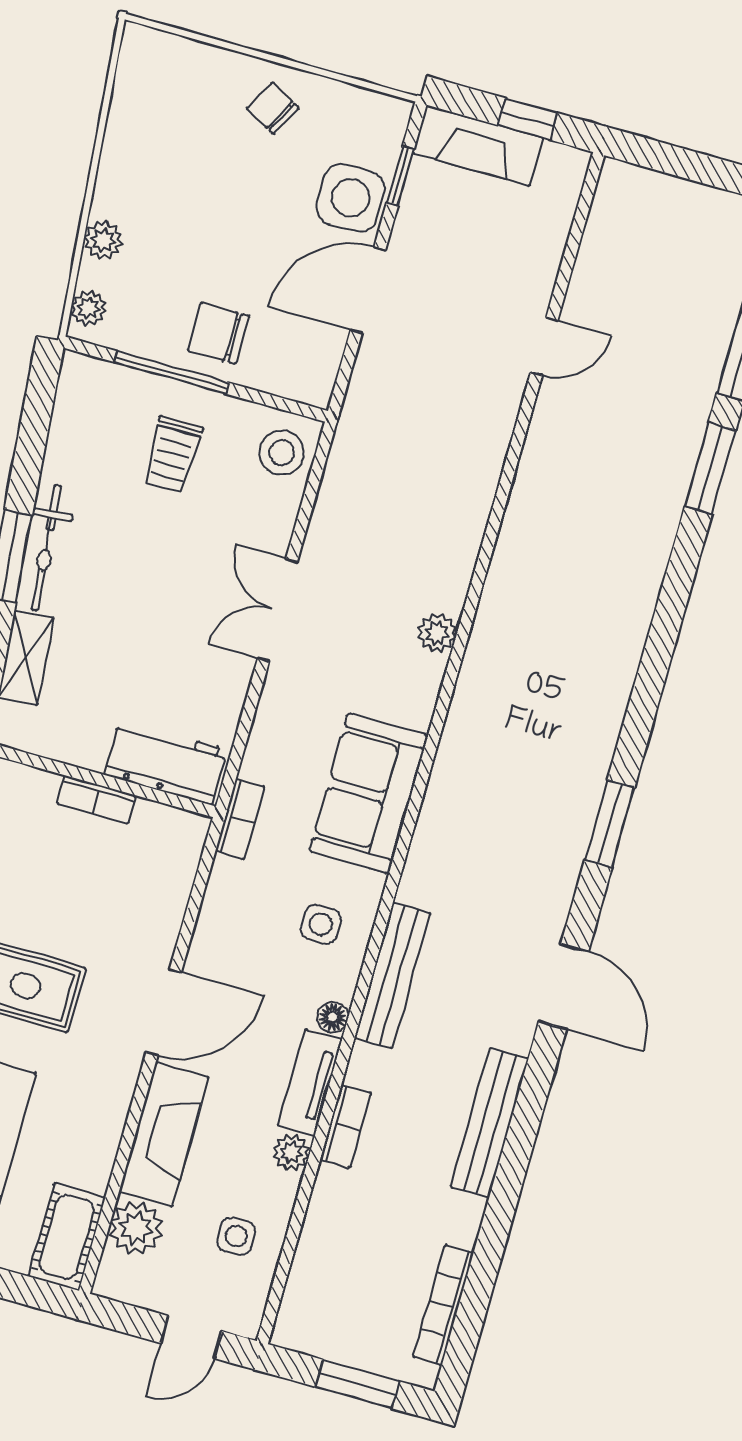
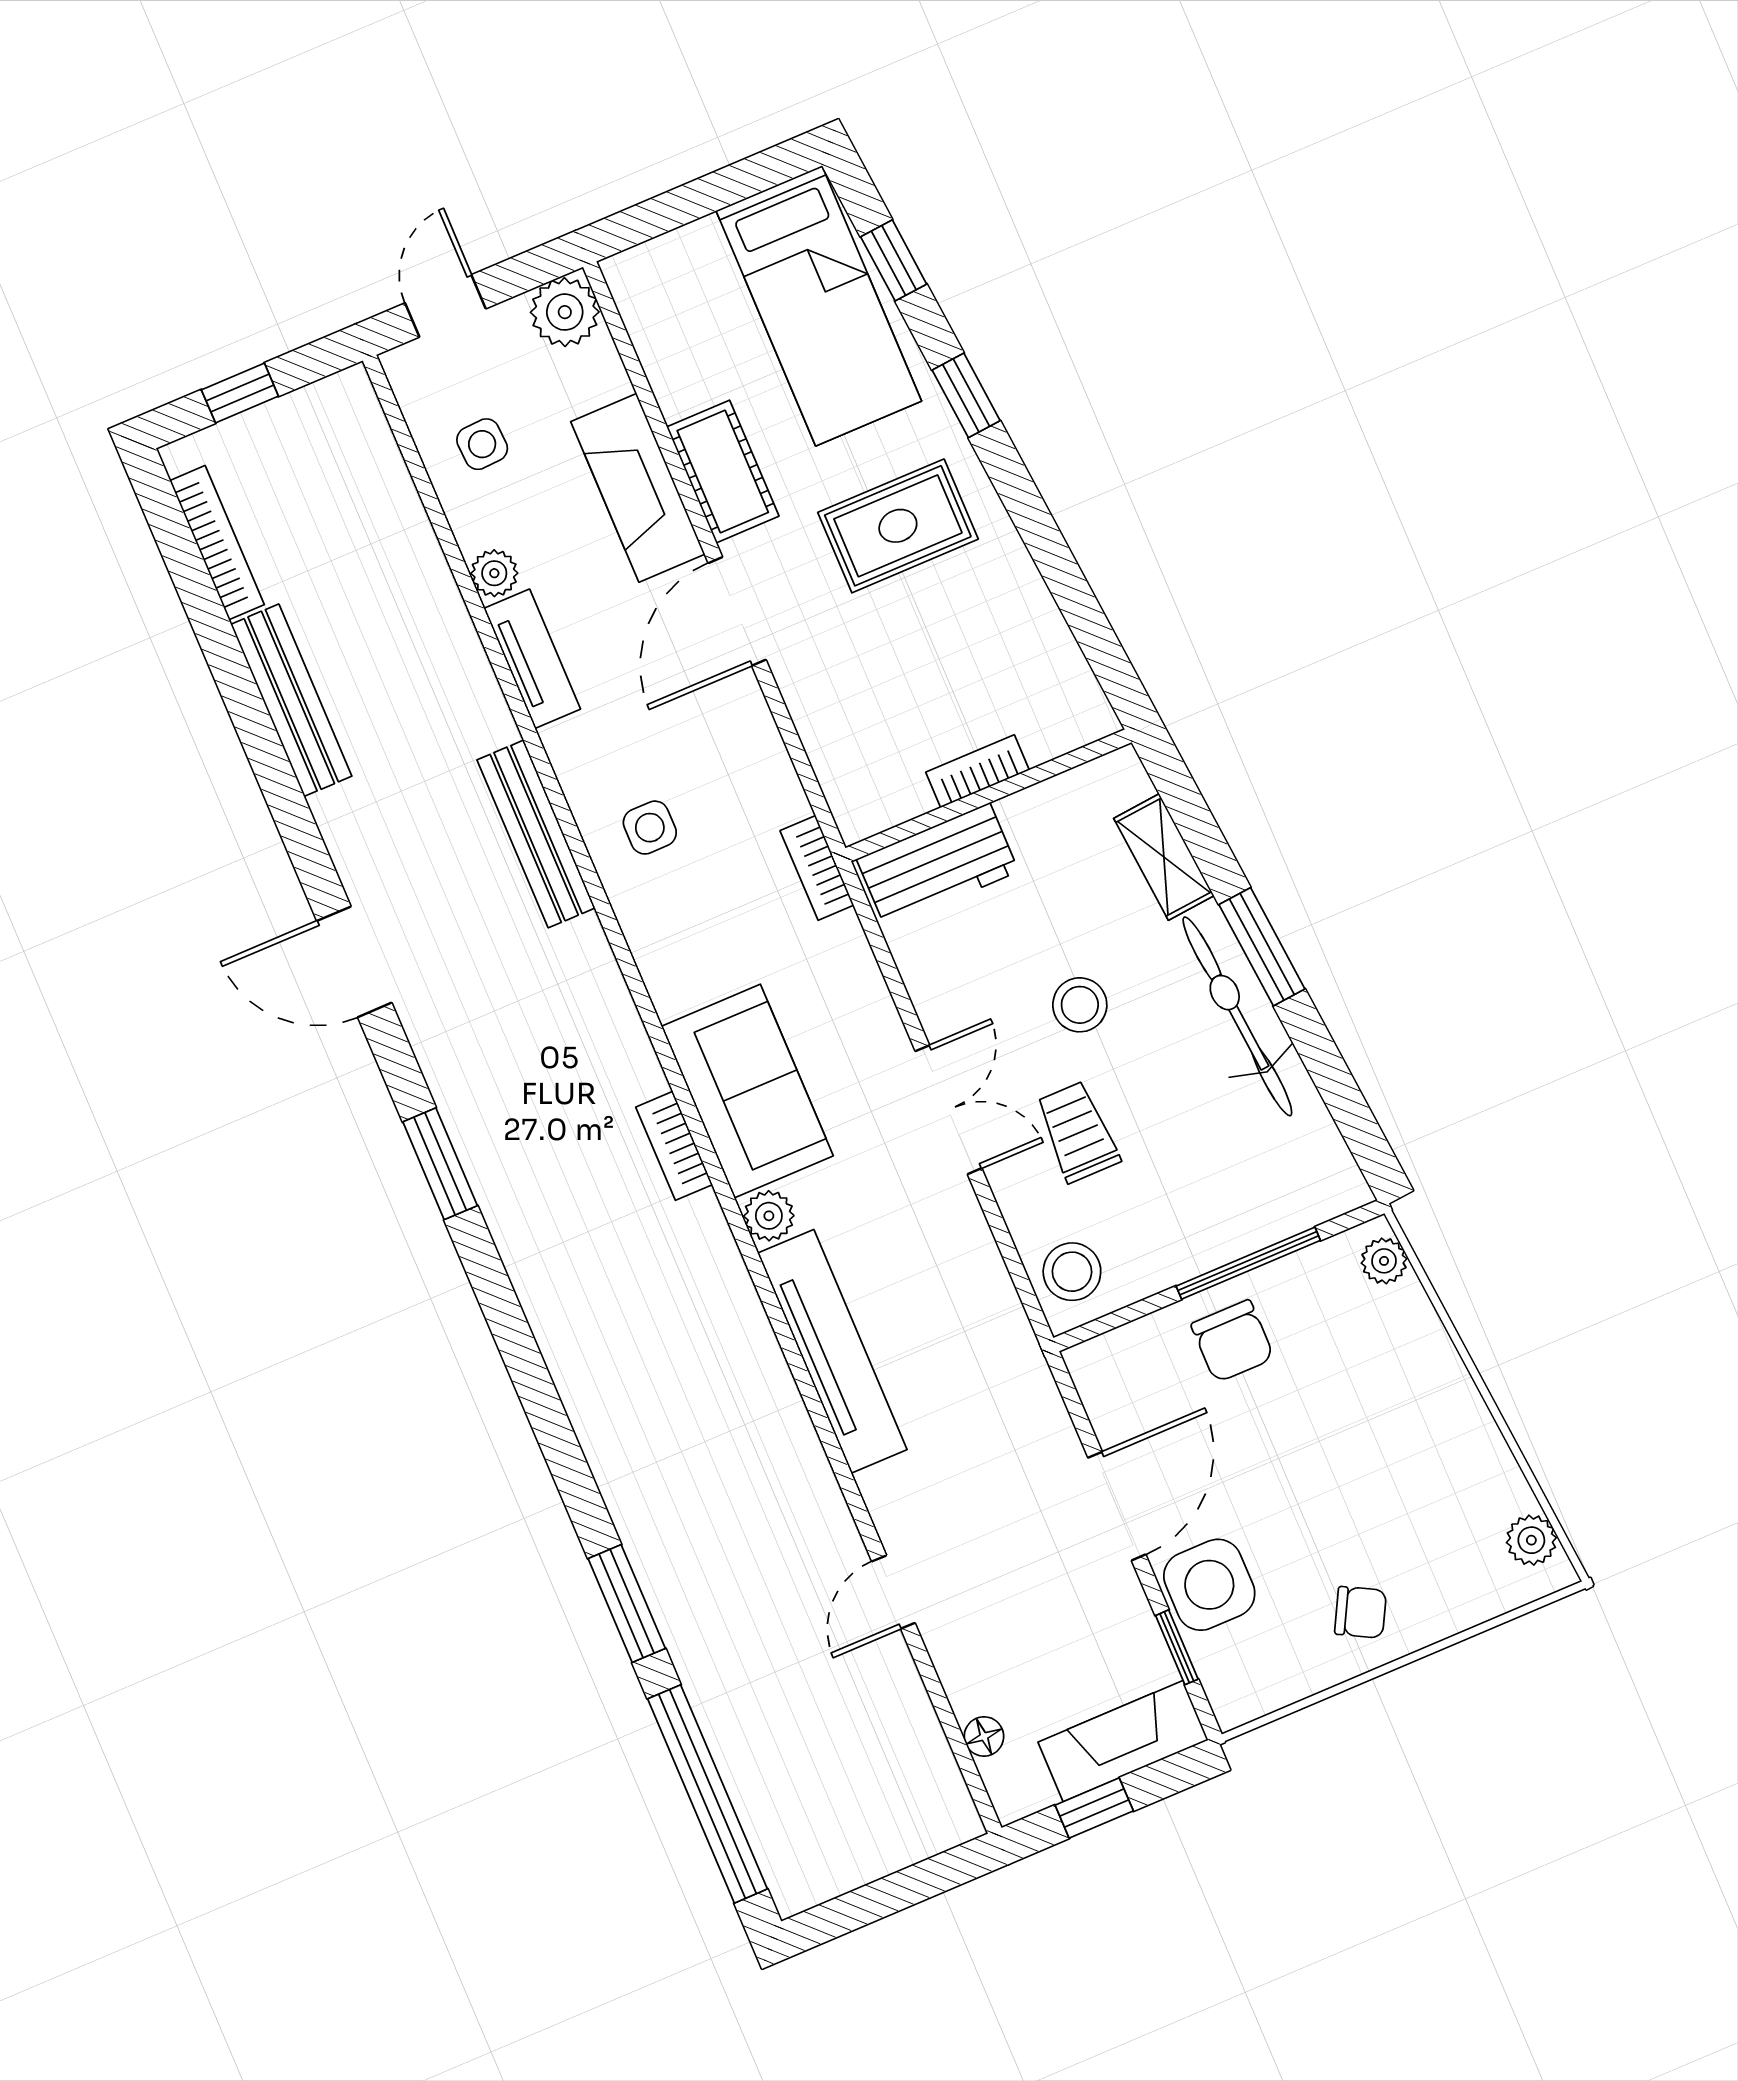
plant: (103, 240) -> (1531, 1540), moved
chair: (219, 333) -> (1233, 1341), turned 90
trolley: (172, 455) -> (1078, 1132), moved
tv unit: (464, 521) -> (832, 1351), added
bicycle: (46, 548) -> (1237, 1016), width x1.37, depth x1.40
stool: (148, 609) -> (1080, 1005), added
sofa: (369, 793) -> (747, 1091), moved
floor lamp: (333, 1017) -> (984, 1736), moved
bench: (490, 1123) -> (291, 700), moved
bookcase: (346, 1126) -> (674, 1146), moved
plant: (136, 1228) -> (565, 312), moved
cot: (67, 1237) -> (723, 472), moved
window: (357, 1384) -> (240, 393), width x0.67

